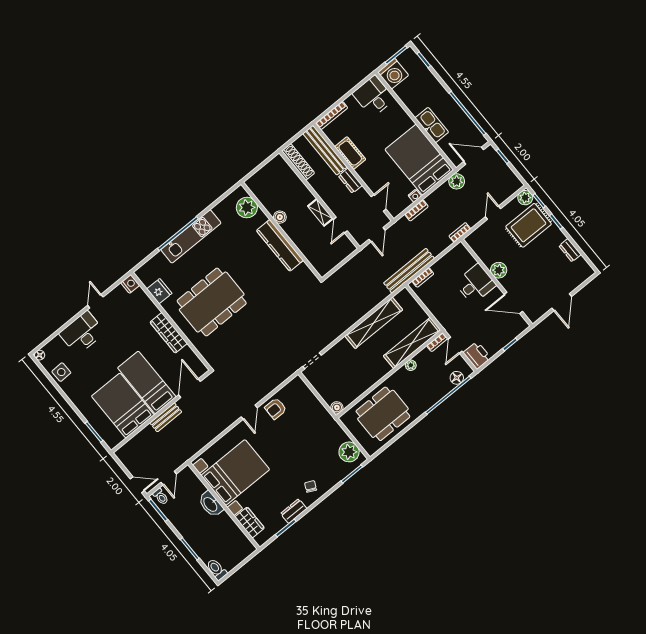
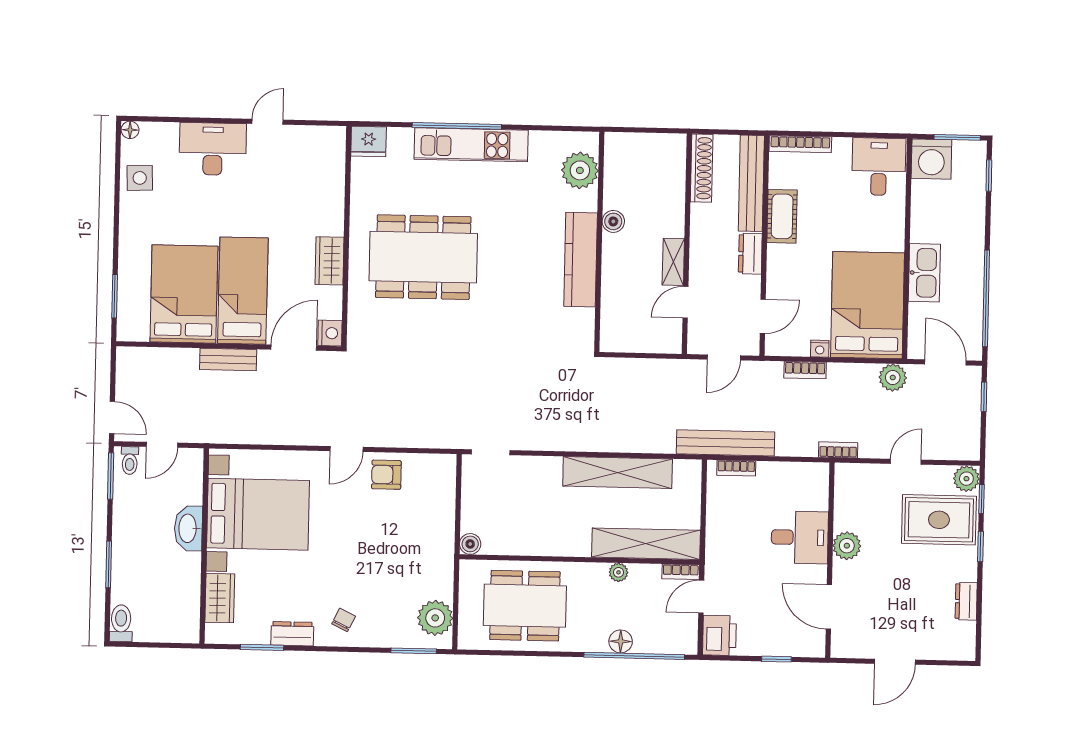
nightstand: (130, 284) -> (330, 333), moved
fridge: (159, 291) -> (369, 141), moved, turned 90
wardrobe: (169, 333) -> (329, 261), width x0.67
floor lamp: (457, 378) -> (621, 641), moved

